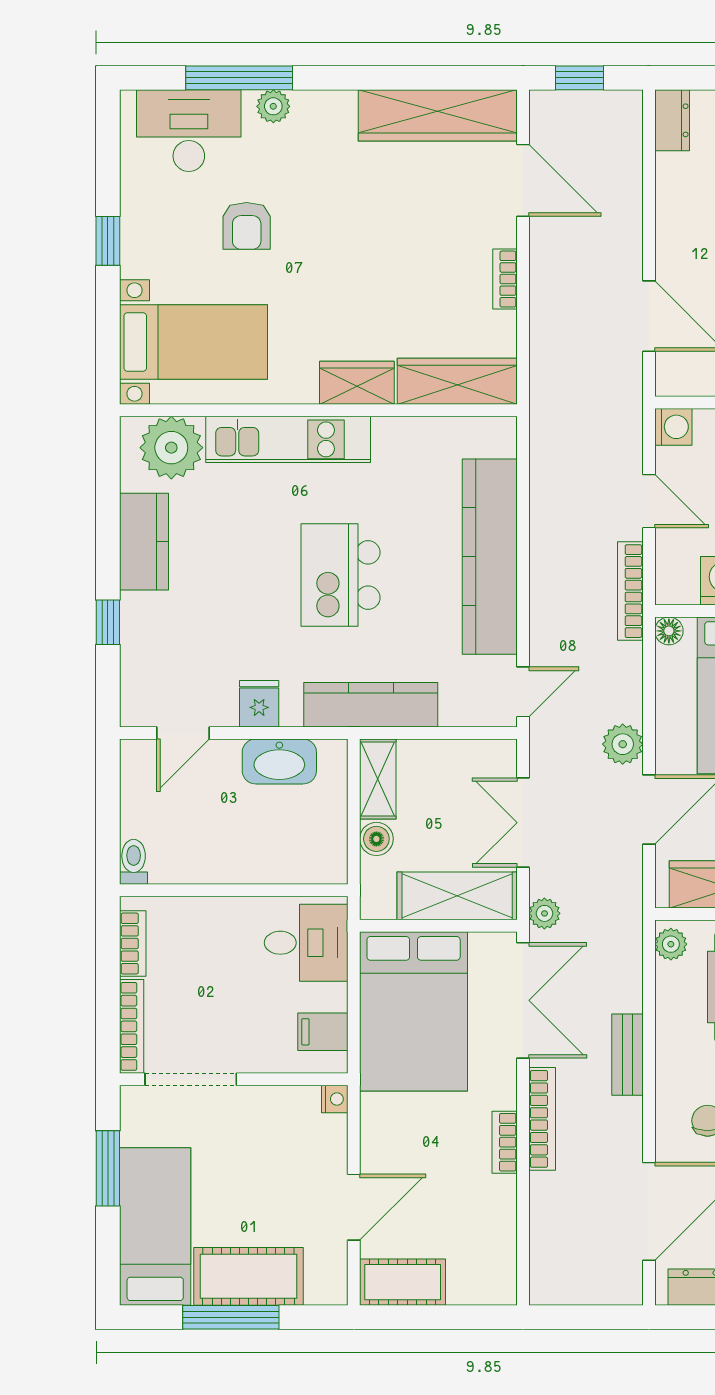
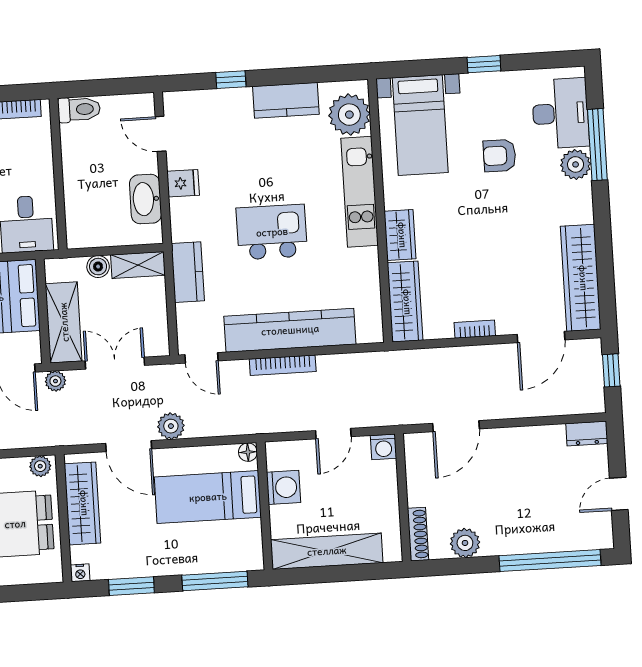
plant: (273, 106) -> (576, 164), width x1.38, depth x1.38
bookcase: (630, 591) -> (283, 365), moved, turned 180
kitchen counter: (371, 705) -> (188, 272), width x0.67
toilet: (134, 862) -> (79, 109), width x1.37, depth x1.39

